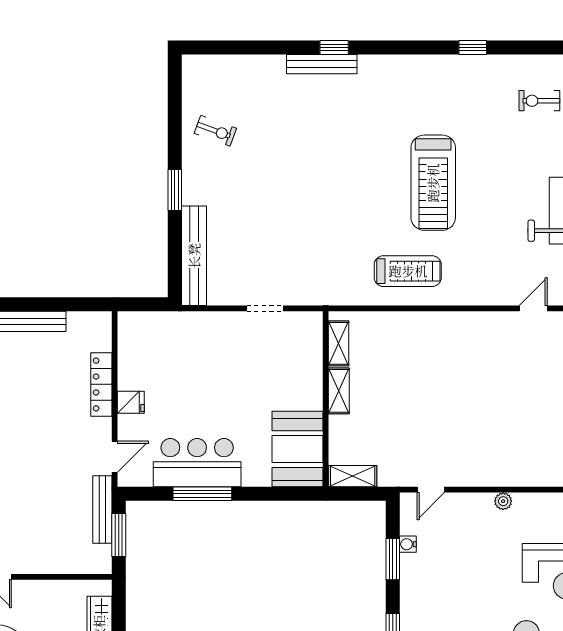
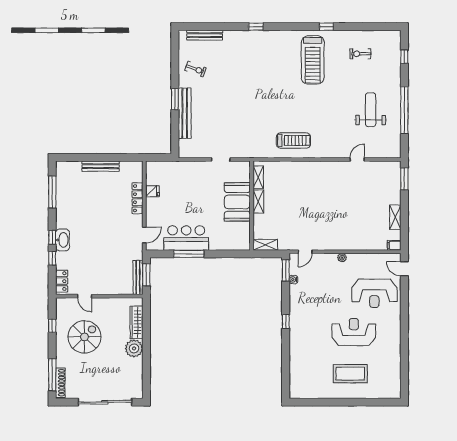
bench: (322, 64) -> (205, 35), moved
treadmill: (433, 183) -> (313, 60), moved
bench: (194, 256) -> (185, 113), moved
fridge: (131, 402) -> (152, 191), moved
booth: (298, 449) -> (237, 202), moved
bench: (102, 510) -> (138, 278), moved
window: (393, 559) -> (286, 271), moved

